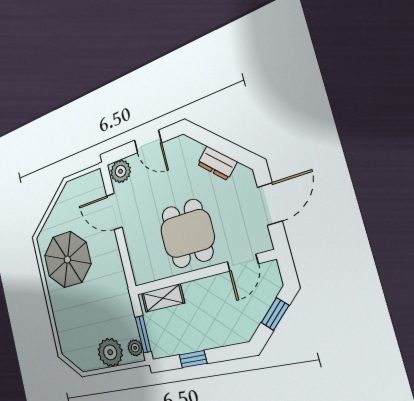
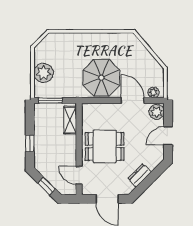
door: (114, 212) -> (133, 100), hinge flipped
parasol: (67, 260) -> (101, 78), moved
plant: (135, 348) -> (153, 92), moved
window: (193, 359) -> (30, 143), moved

